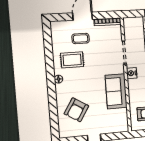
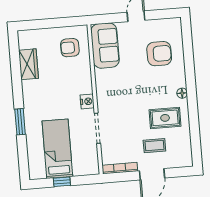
sofa: (116, 91) -> (105, 46), moved
armchair: (76, 110) -> (159, 54), turned 58

